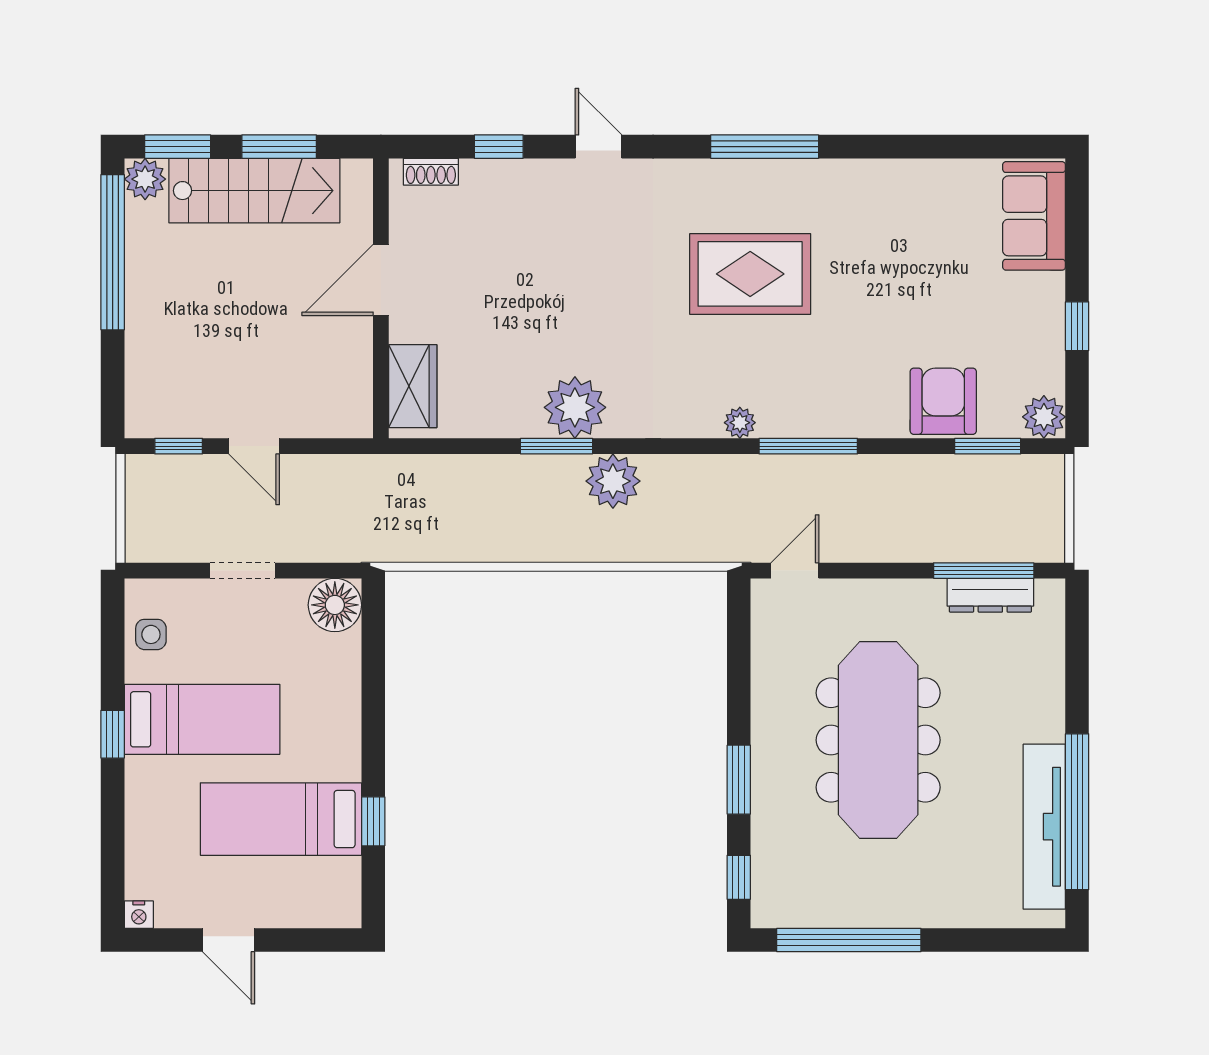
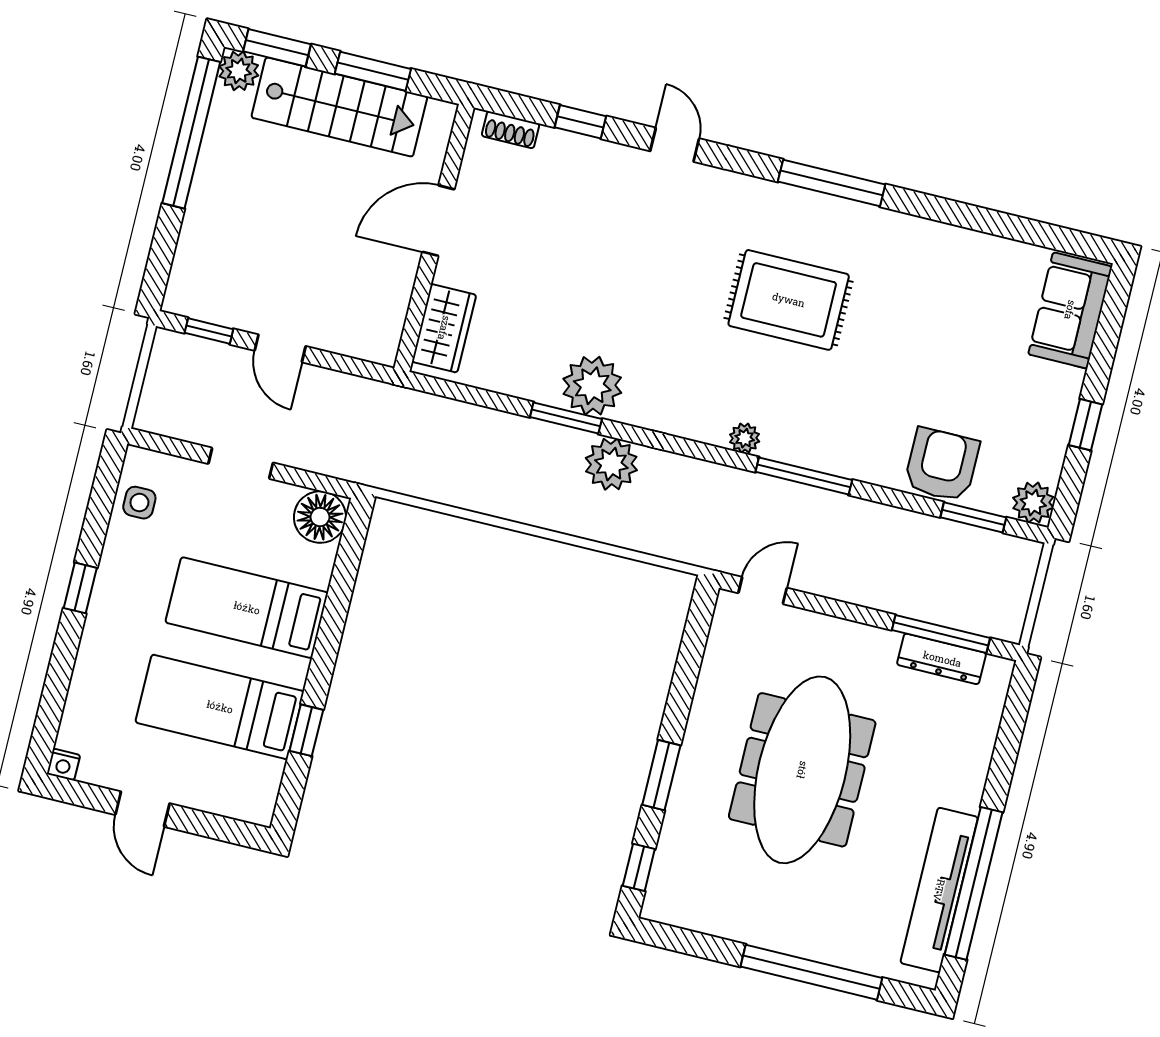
bed: (202, 719) -> (247, 608), moved, turned 180
window: (849, 940) -> (811, 972), moved

